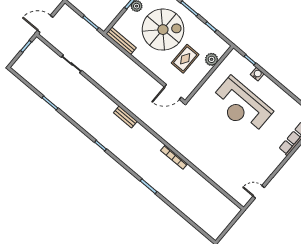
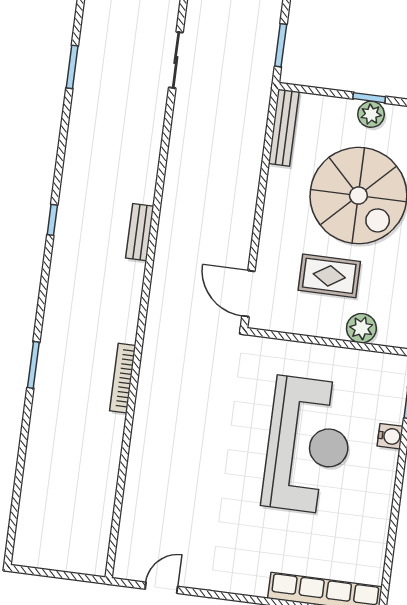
reception desk: (241, 106) -> (308, 445), turned 180
door: (259, 192) -> (161, 588), hinge flipped

